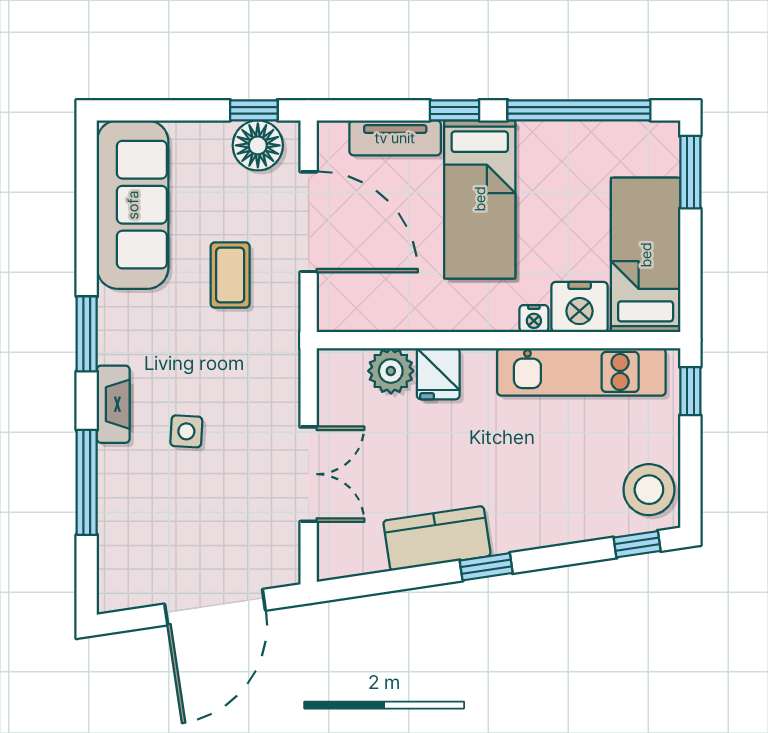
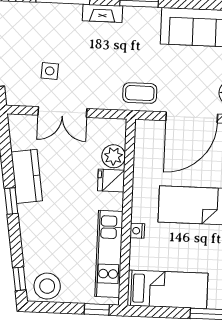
coffee table: (230, 275) -> (140, 93), moved
nightstand: (580, 307) -> (142, 254), removed
side table: (186, 431) -> (50, 71), moved

